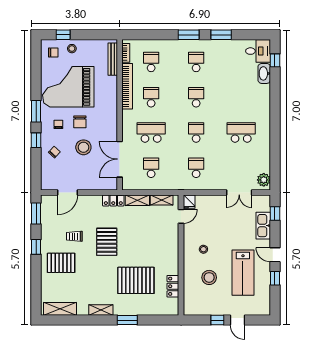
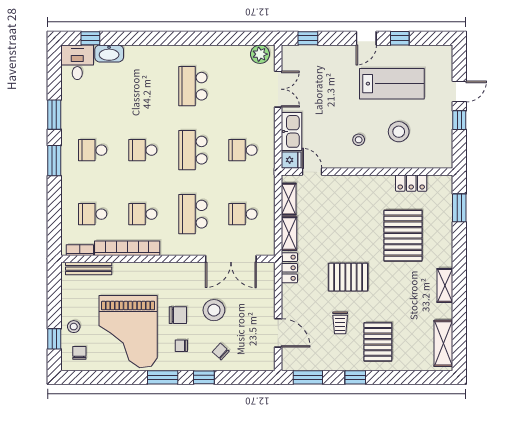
school desk: (196, 132) -> (193, 150), width x1.85
kitchen sink: (263, 226) -> (291, 131), moved, turned -90
window: (127, 320) -> (459, 208), moved

